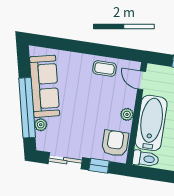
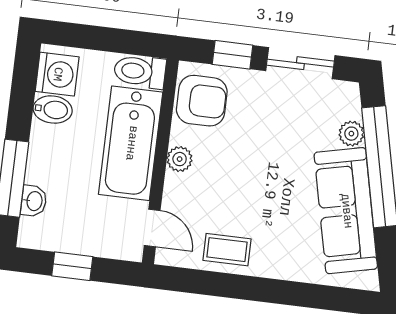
armchair: (115, 143) -> (202, 101), turned -90

